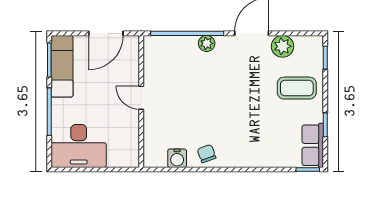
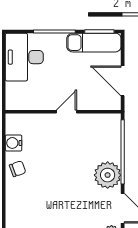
plant: (207, 43) -> (108, 175), width x1.87, depth x1.87

